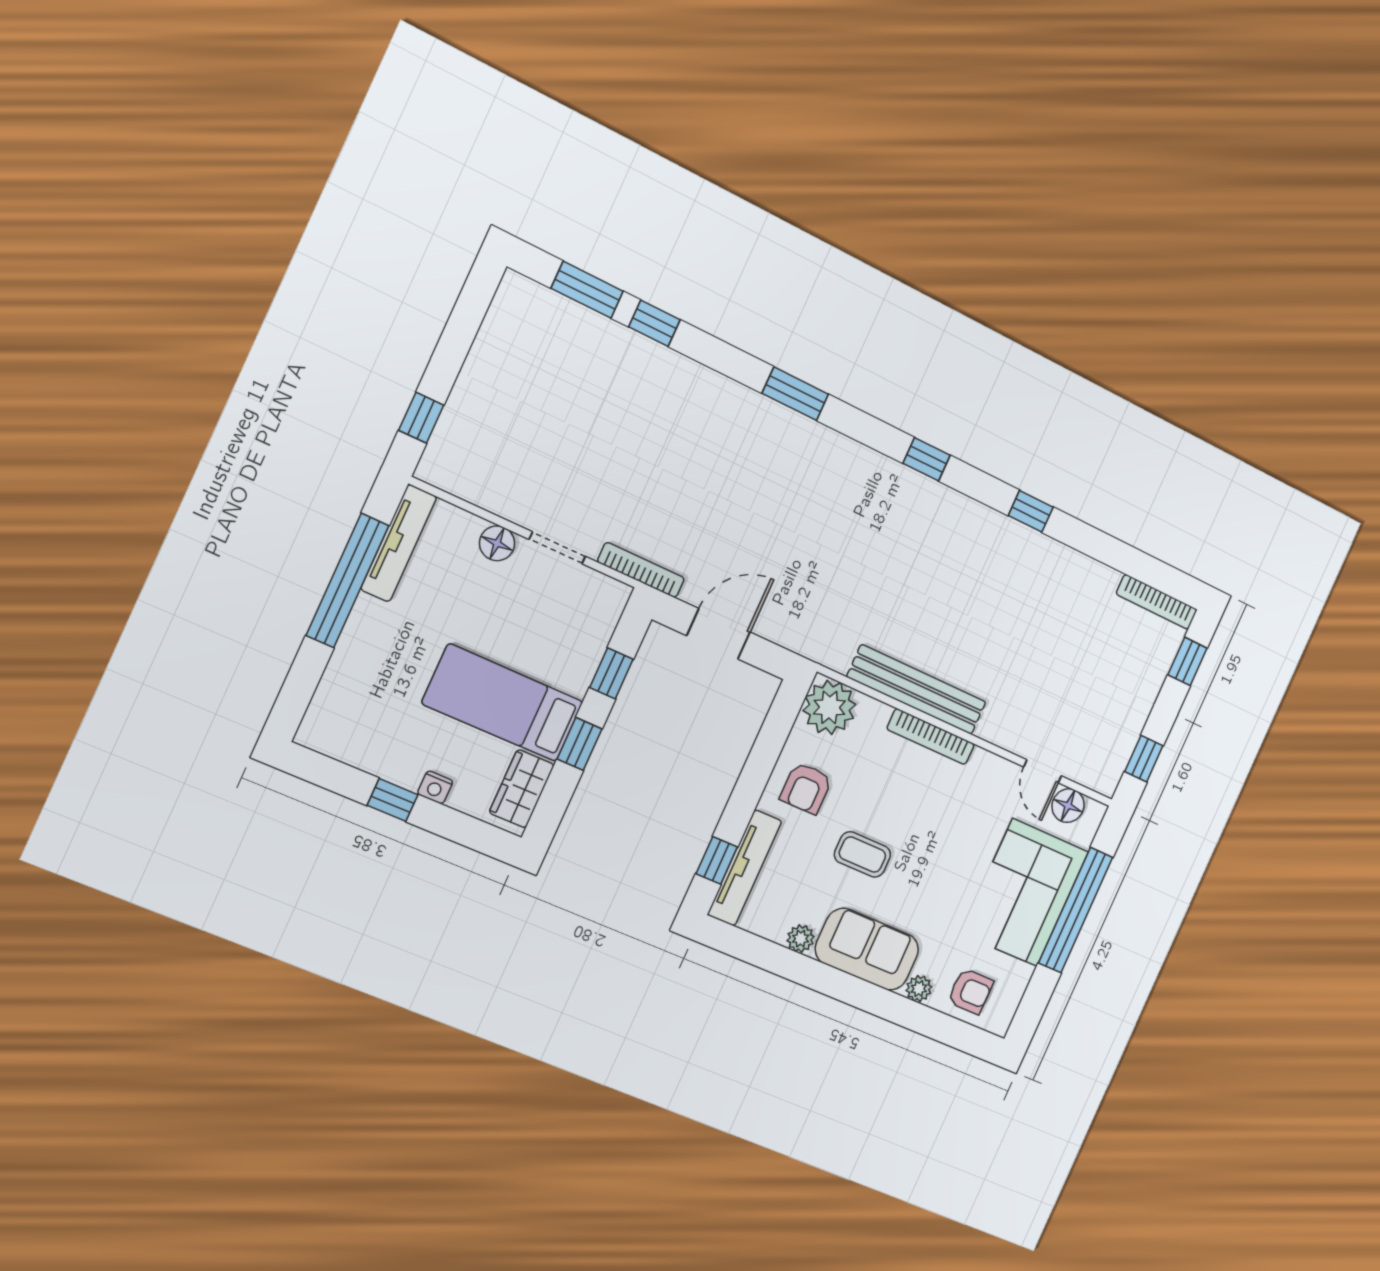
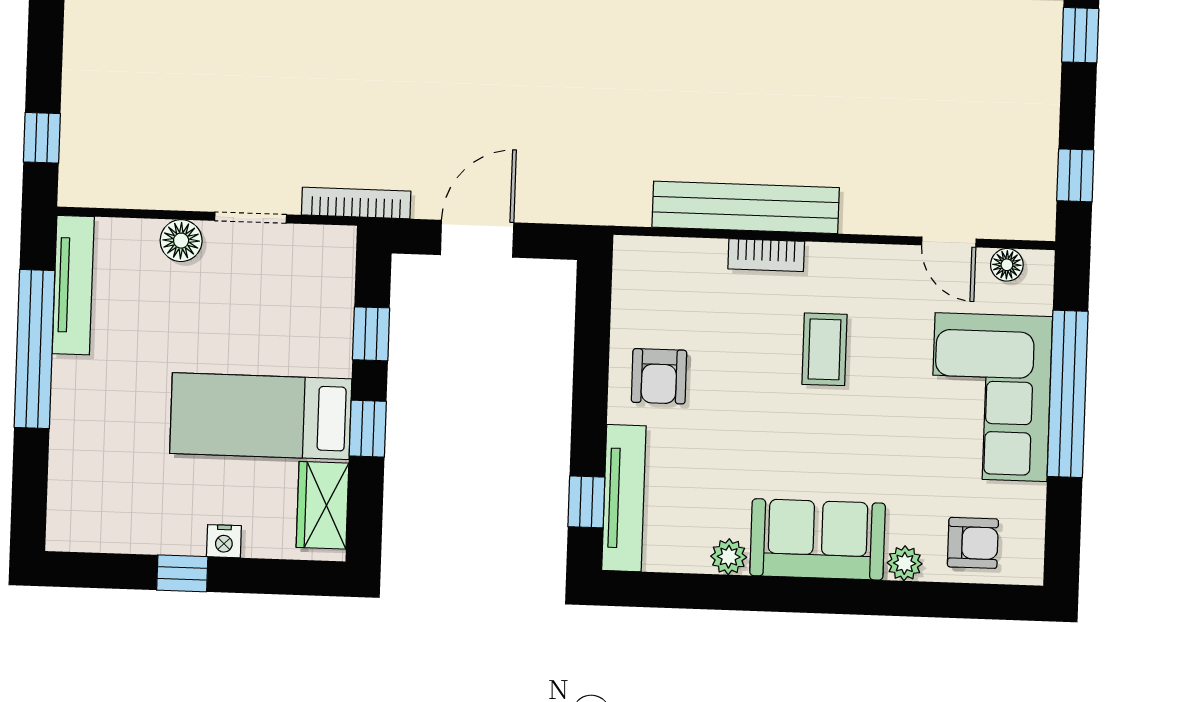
plant: (829, 707) -> (647, 271), removed
bookcase: (931, 737) -> (766, 255), width x0.64
floor lamp: (1068, 806) -> (1007, 265), width x0.73, depth x0.73
coffee table: (862, 854) -> (825, 349), moved, turned 90

